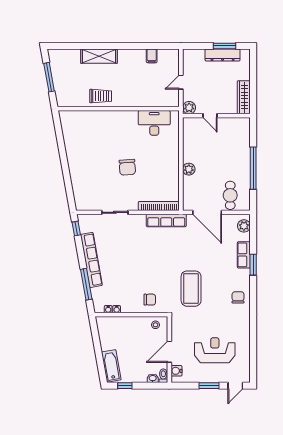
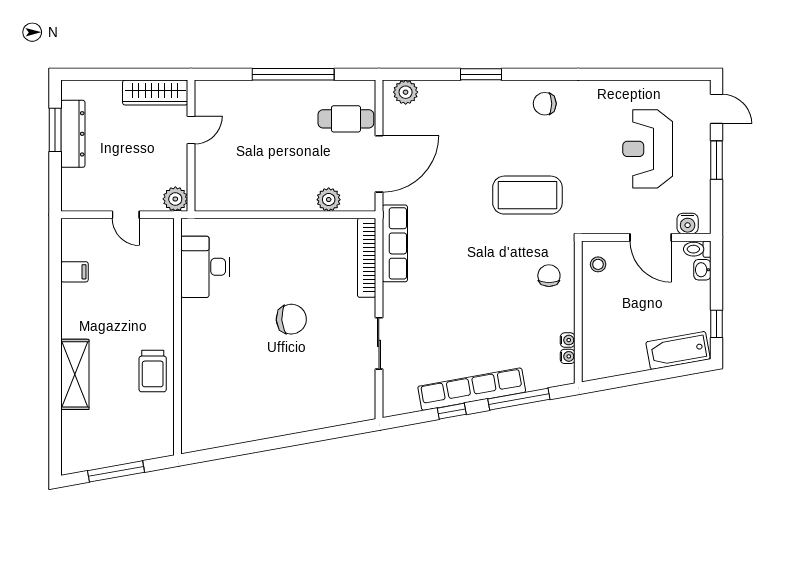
trolley: (101, 96) -> (153, 371), turned 180
door: (210, 116) -> (191, 130), moved
plant: (189, 169) -> (329, 200), moved
window: (76, 229) -> (452, 411), moved
row of seats: (244, 255) -> (462, 92), removed

